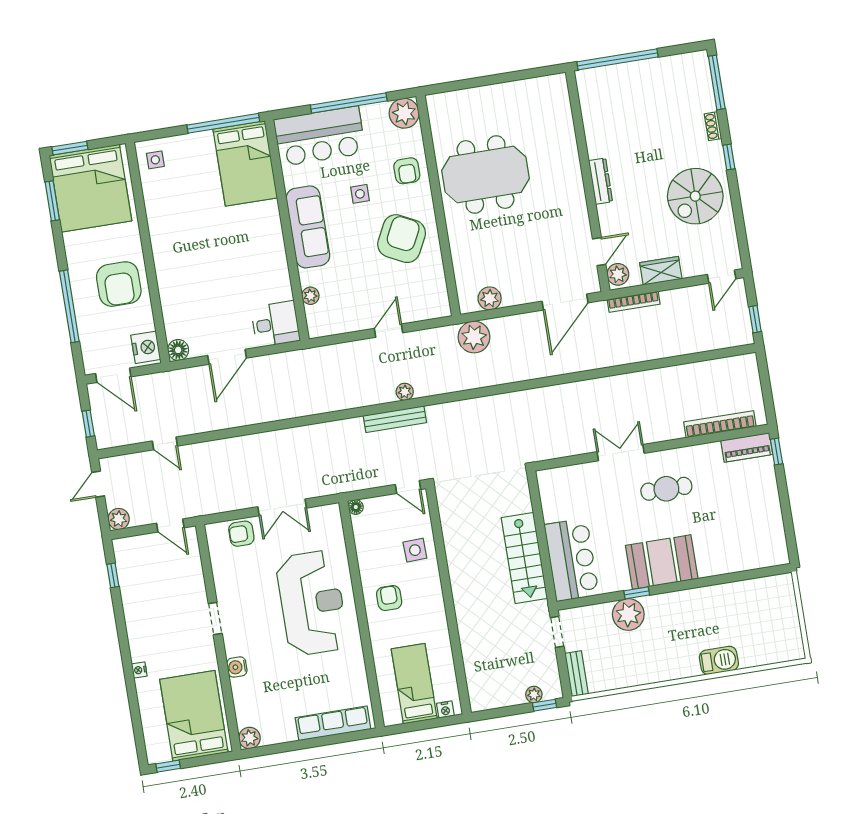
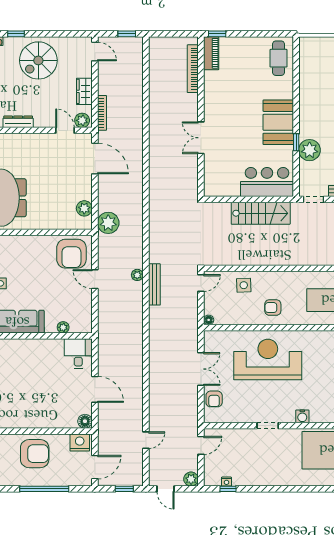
spiral stairs: (695, 196) -> (38, 60), turned 90
armchair: (402, 239) -> (71, 254), moved, turned -117
cafe table: (666, 489) -> (279, 58), moved
nightstand: (139, 670) -> (226, 482), moved

